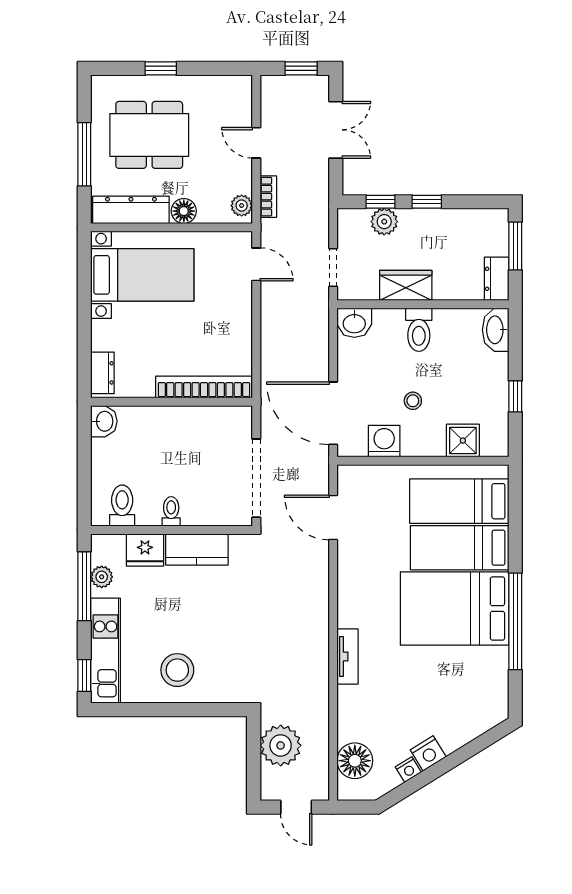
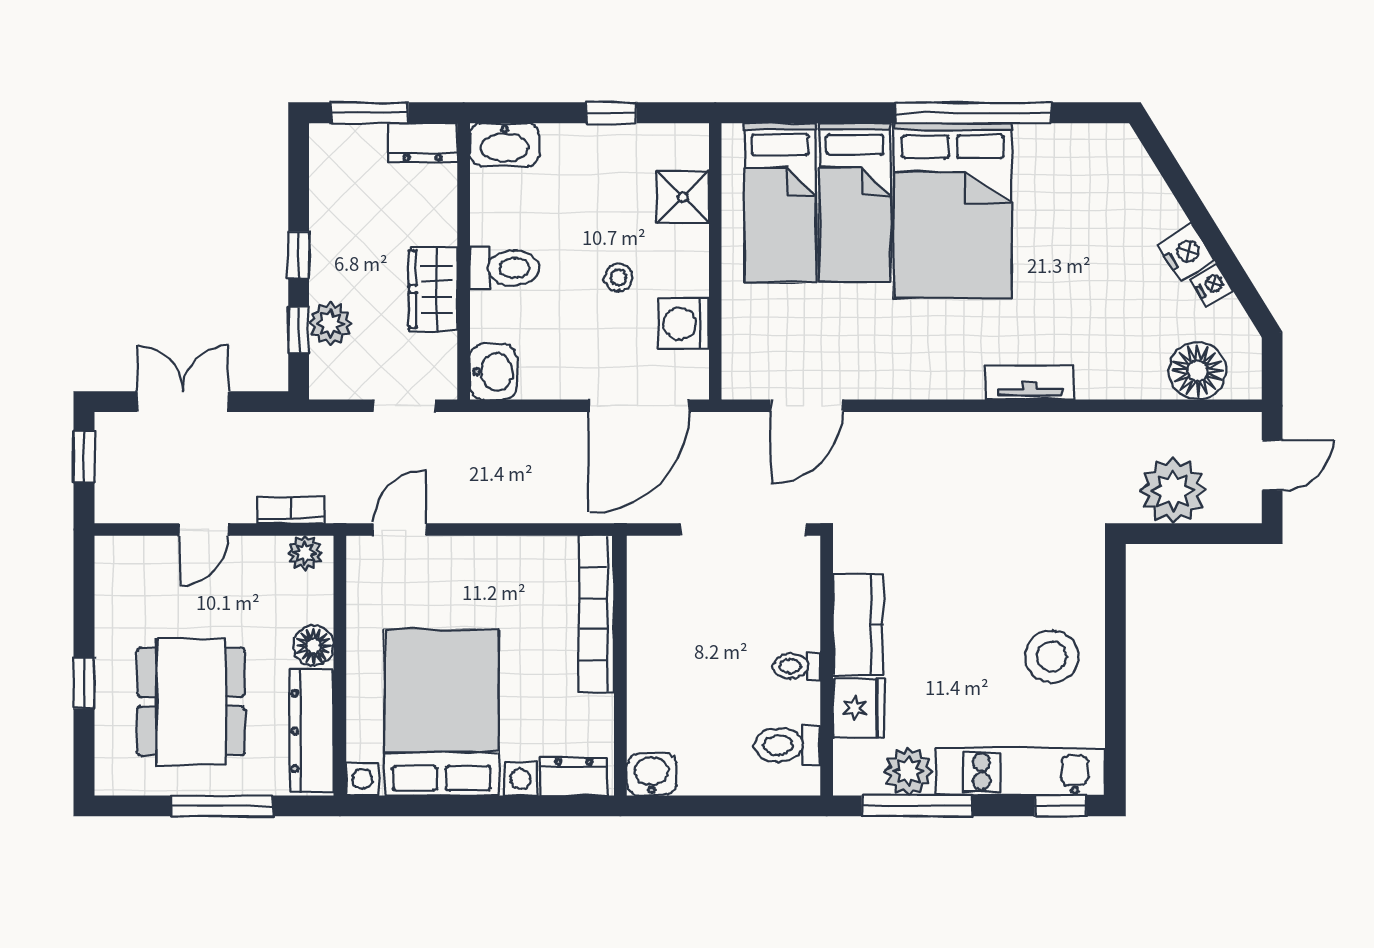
bed with nightstands: (142, 275) -> (442, 713), width x1.36
plant: (102, 577) -> (908, 771), width x1.38, depth x1.38

